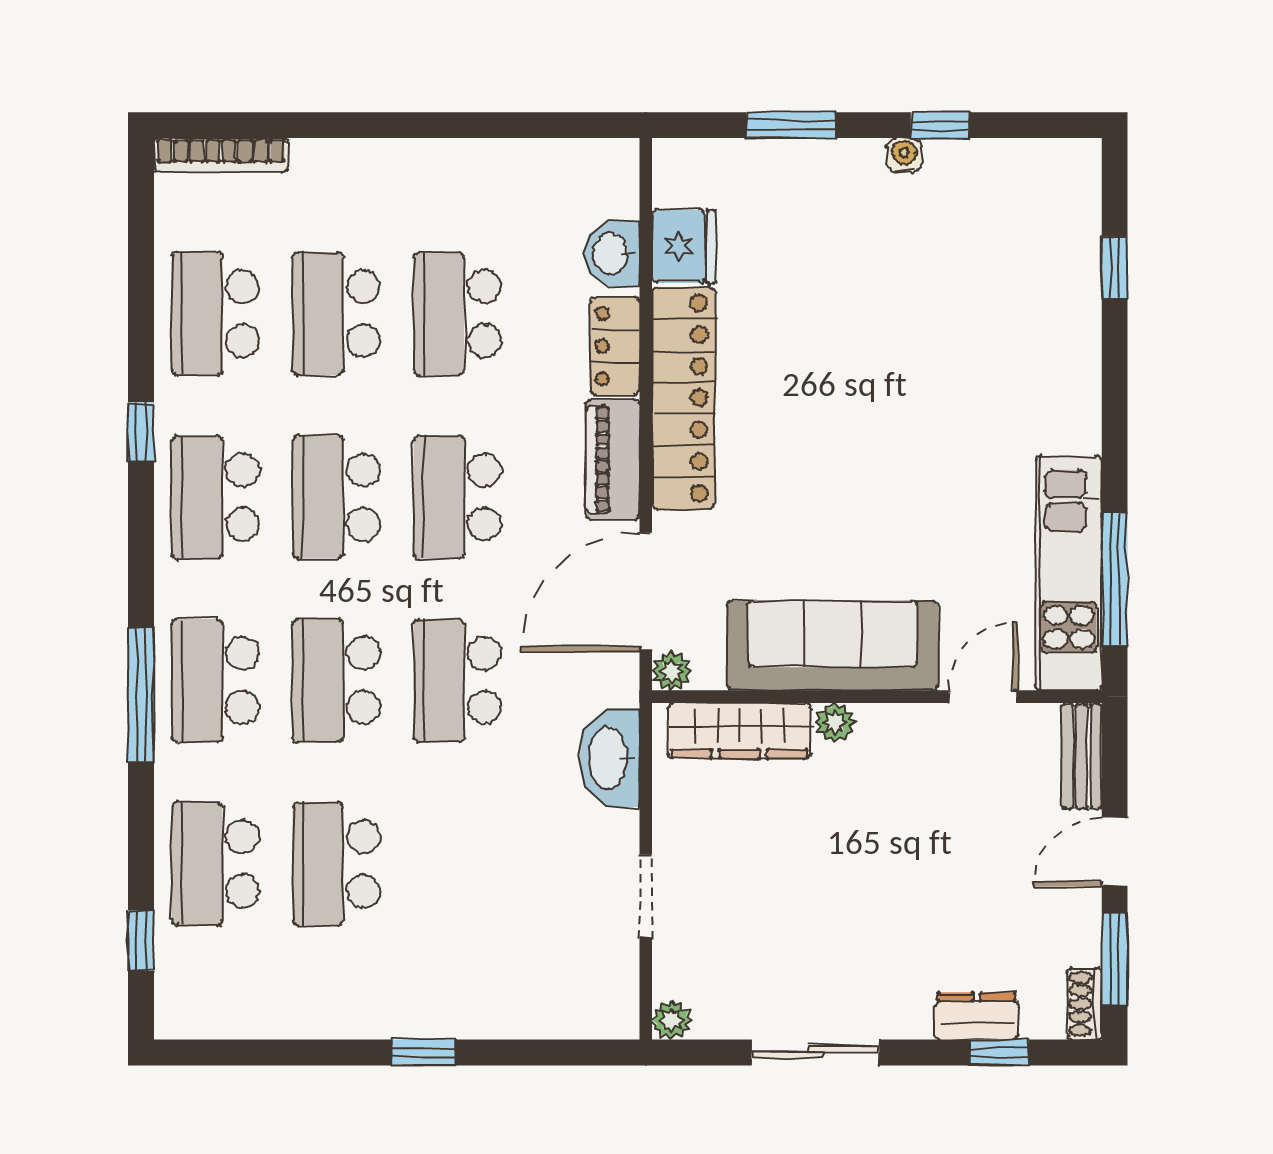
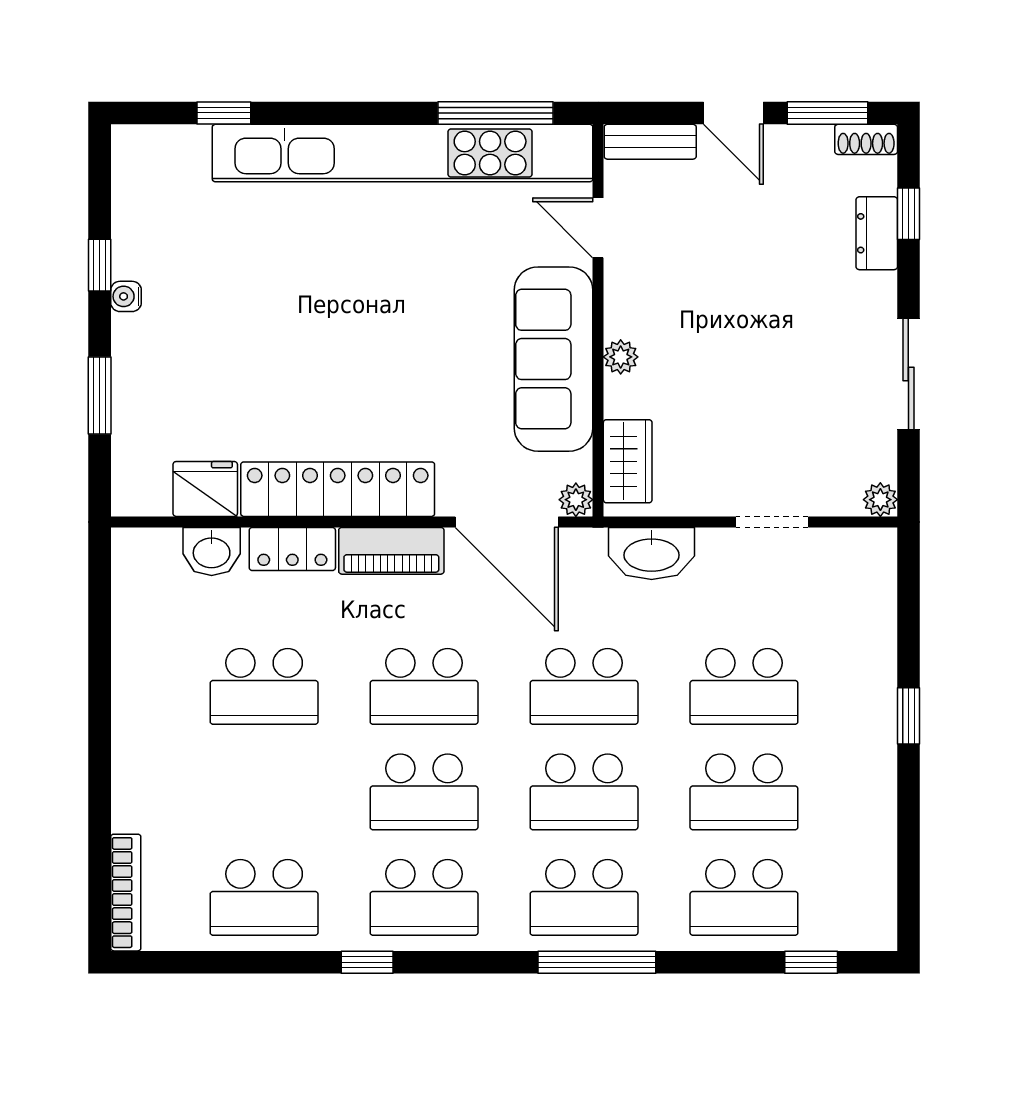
school desk: (336, 314) -> (744, 686), moved
kitchen unit: (1069, 573) -> (403, 153), width x1.86
wardrobe: (739, 730) -> (628, 461), width x0.67

